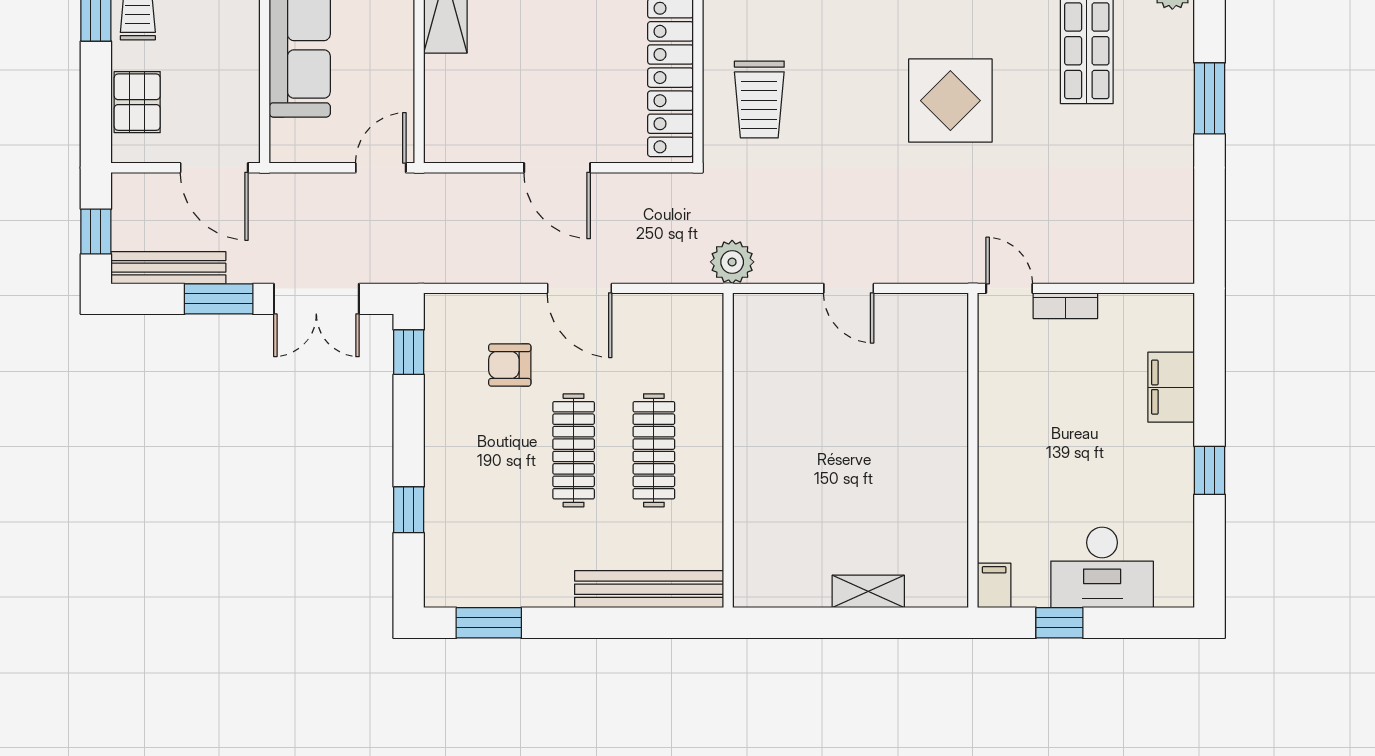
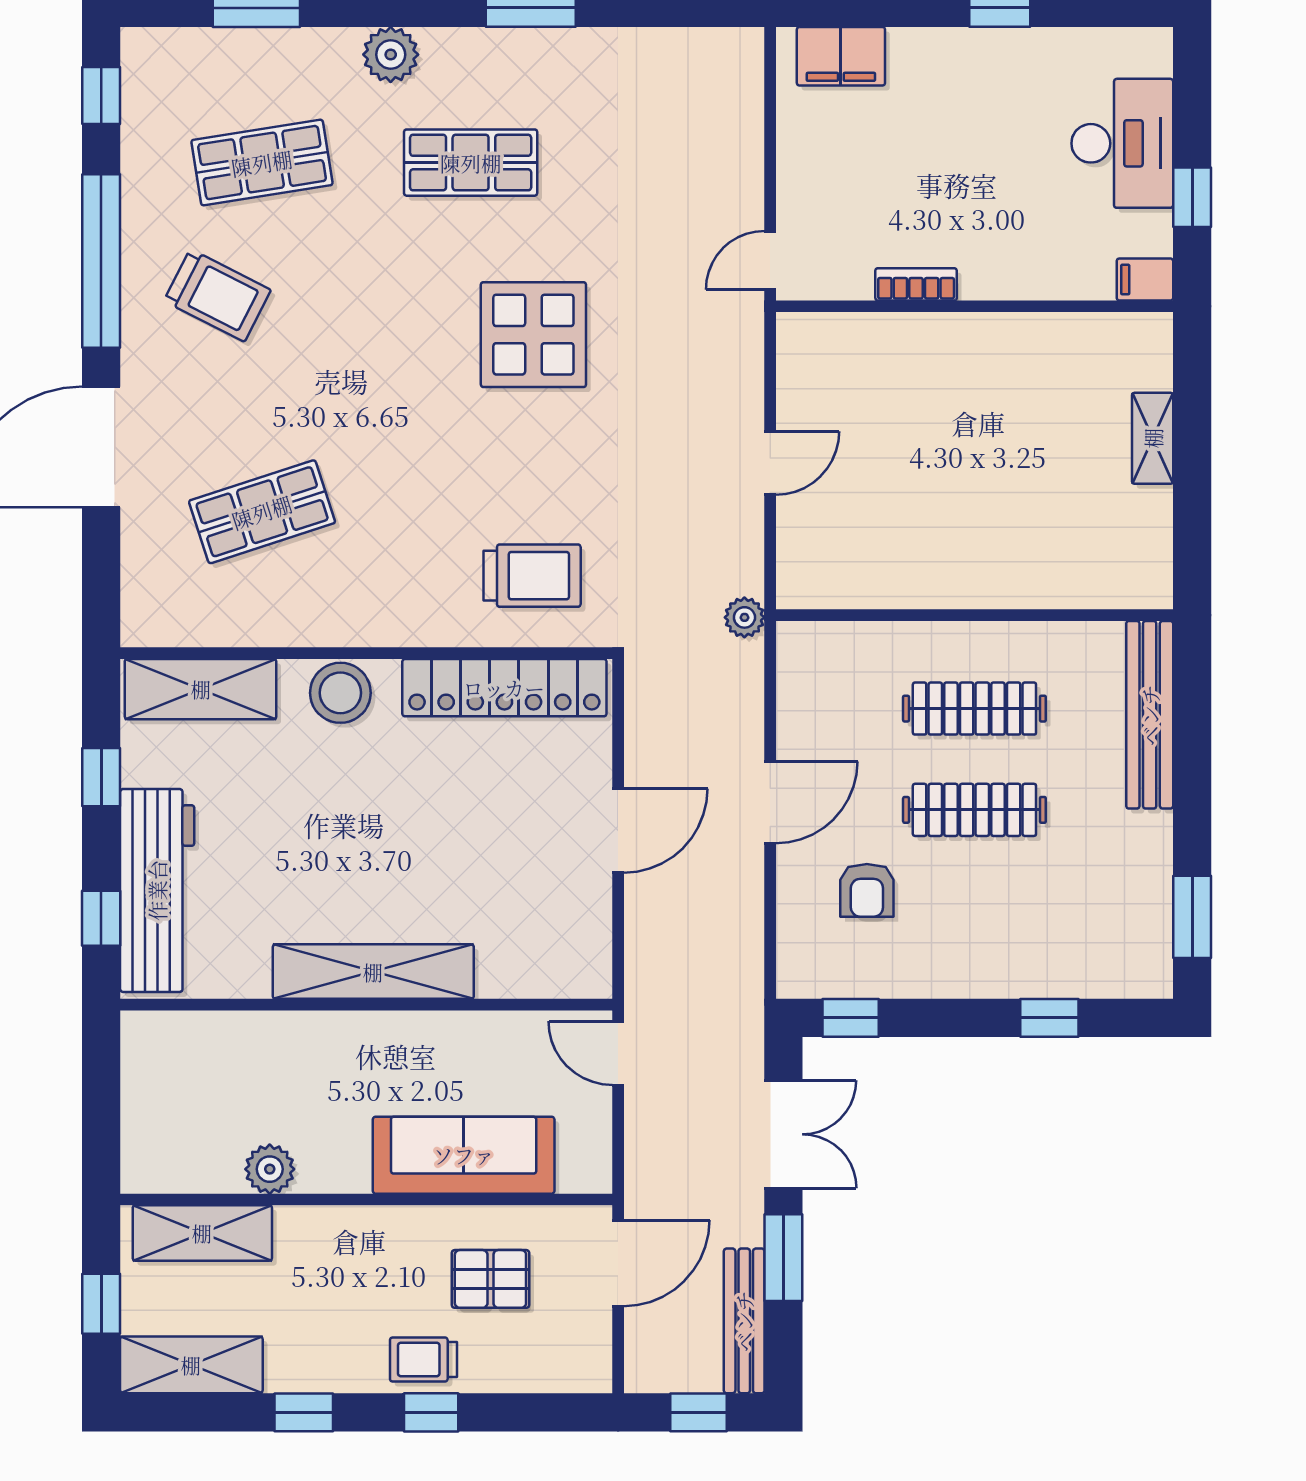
pallet: (137, 102) -> (490, 1279), moved
plant: (732, 262) -> (744, 617), width x0.73, depth x0.73
bookcase: (1065, 306) -> (916, 284), moved, turned -90
filing cabinet: (1171, 387) -> (841, 56), moved

